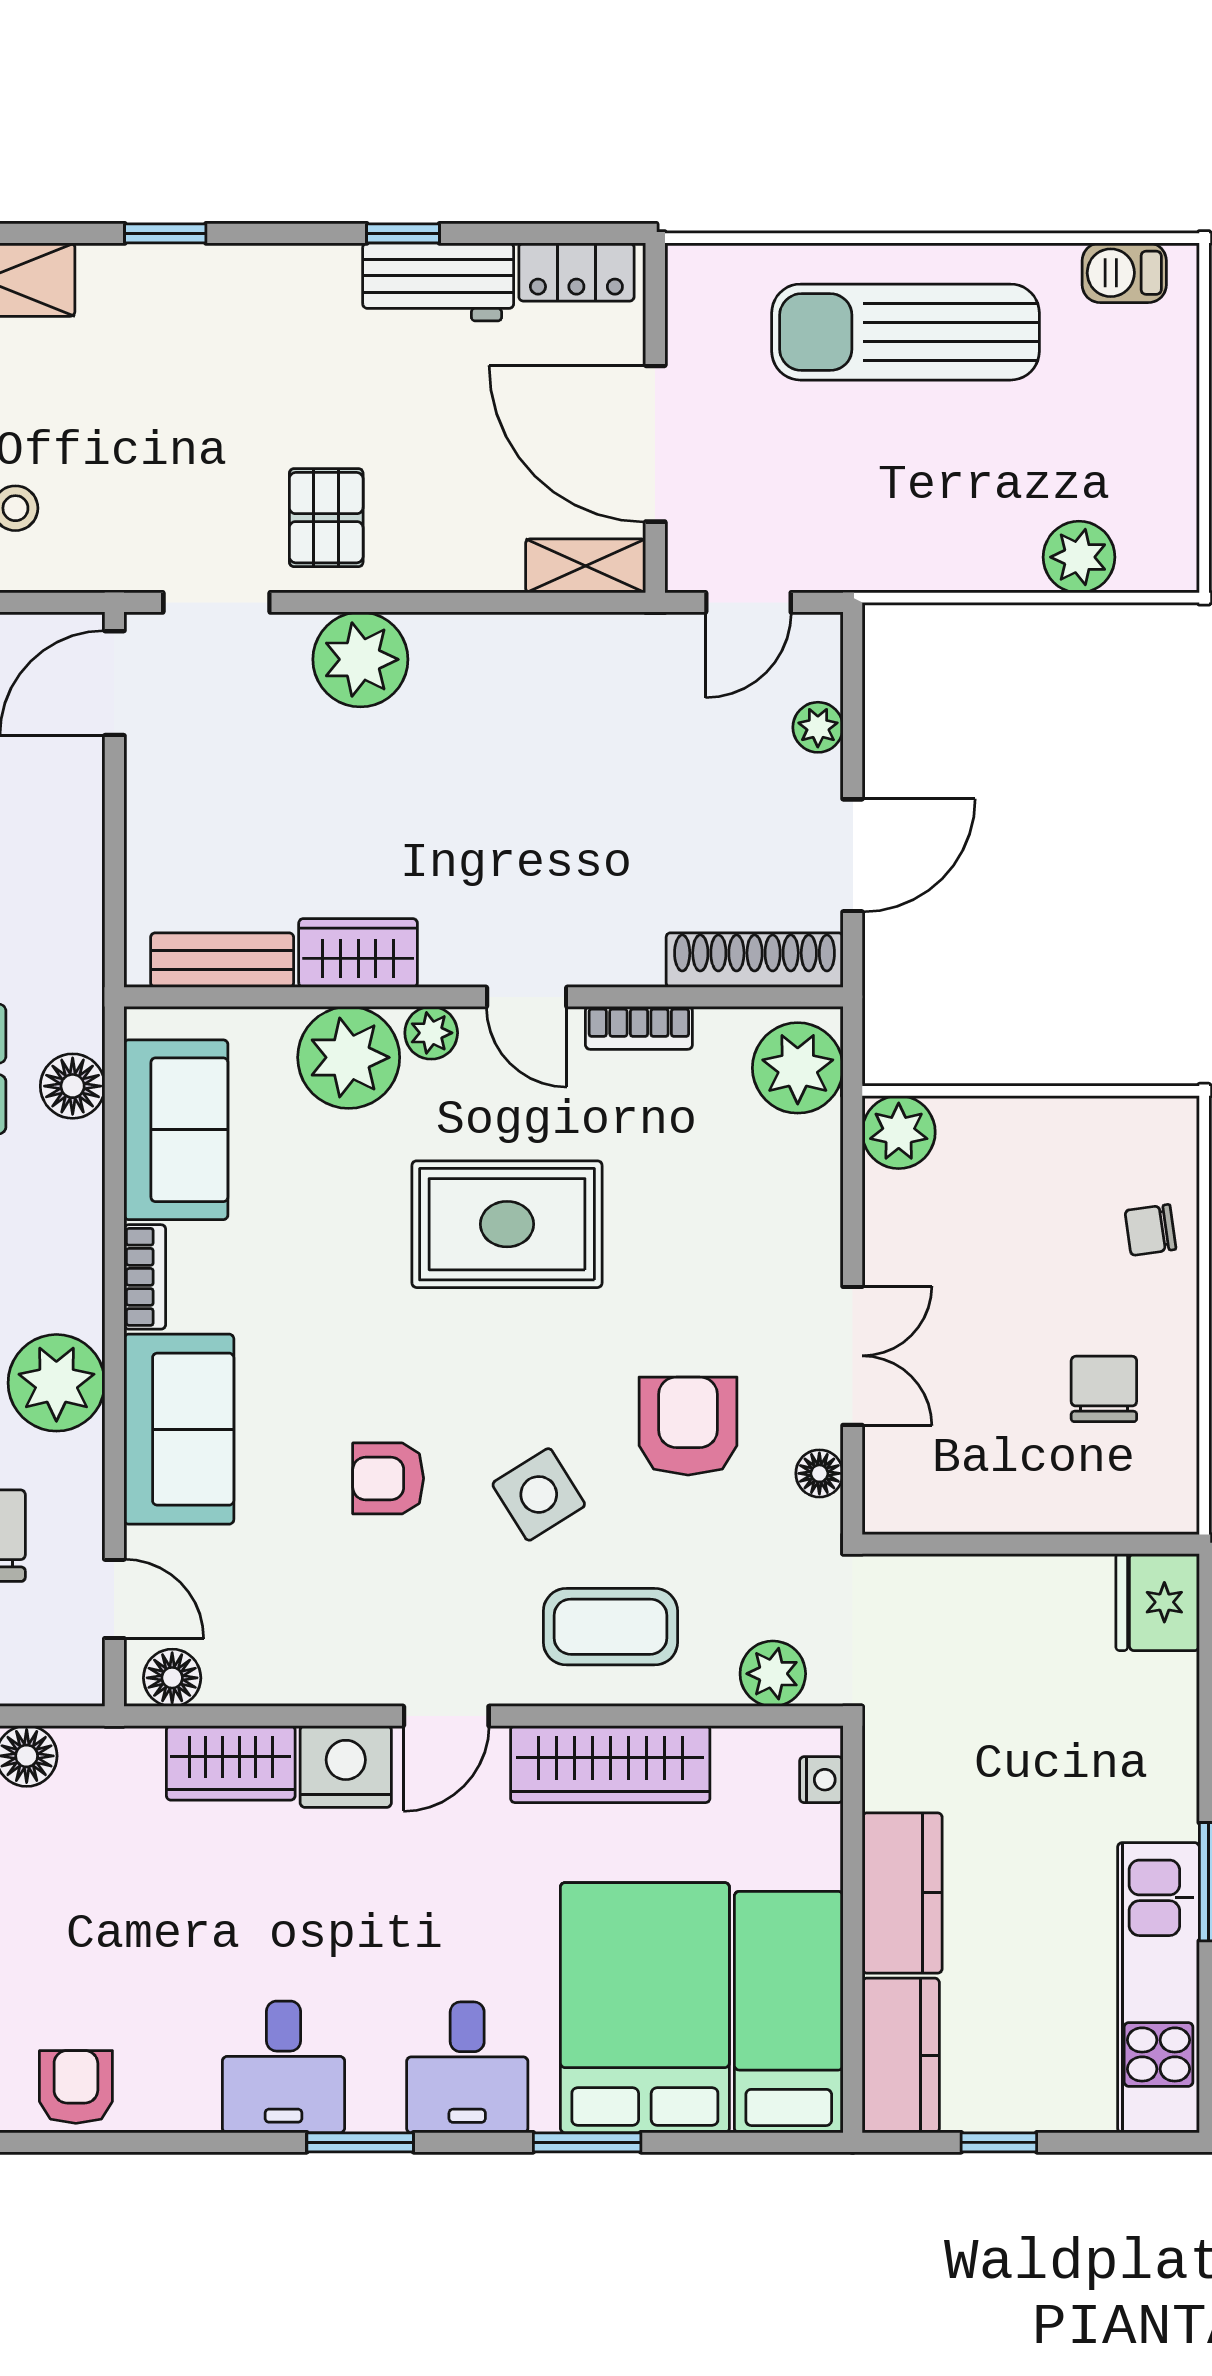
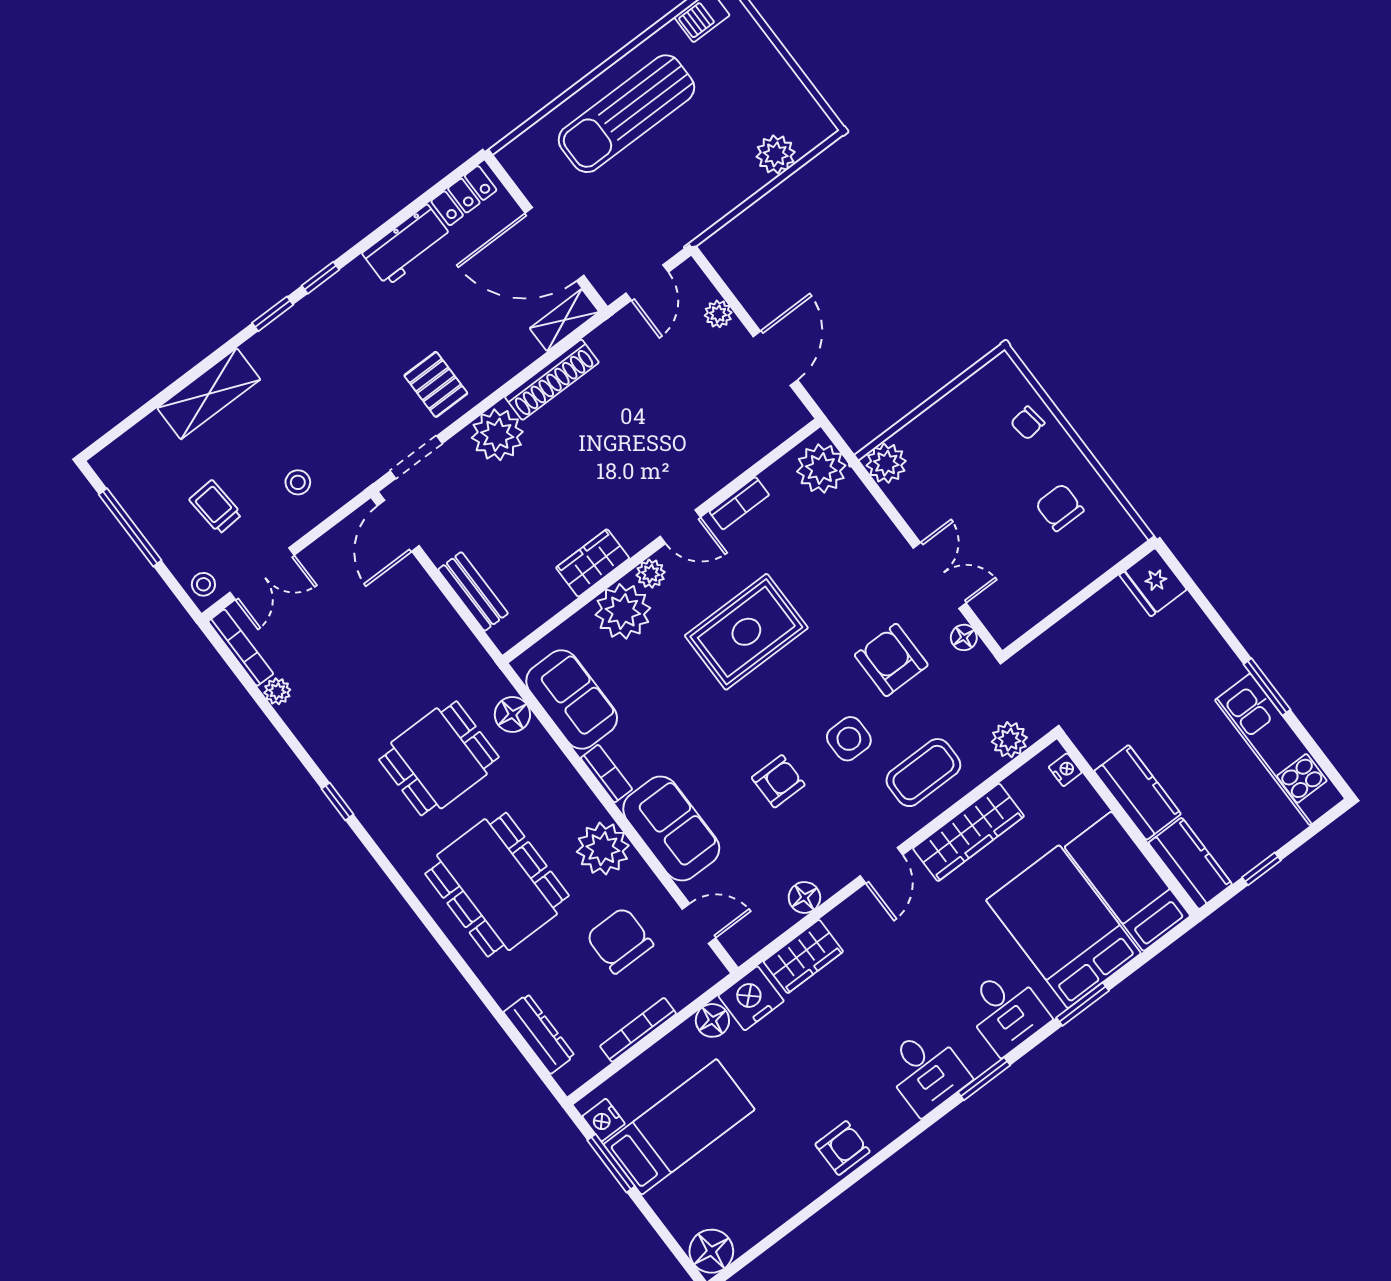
window: (403, 233) -> (320, 278), moved
bench: (222, 960) -> (473, 591), moved, turned 90
shoe rack: (755, 960) -> (552, 380), moved, turned 180
armchair: (388, 1478) -> (778, 781), turned 180
side table: (539, 1494) -> (849, 739), turned 32
floor lamp: (172, 1678) -> (804, 897), moved
nightstand: (346, 1766) -> (751, 998), moved
armchair: (76, 2087) -> (843, 1148), turned 90

